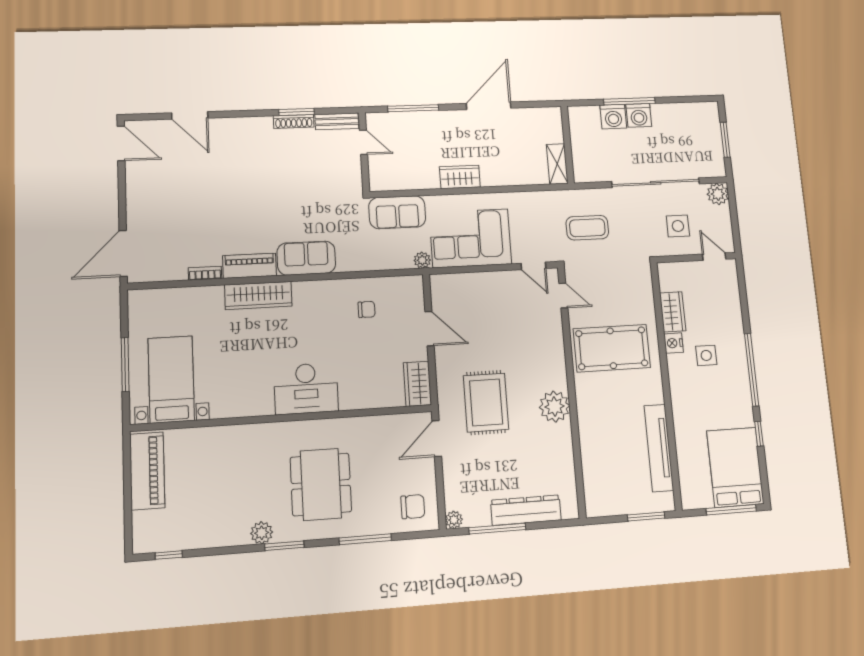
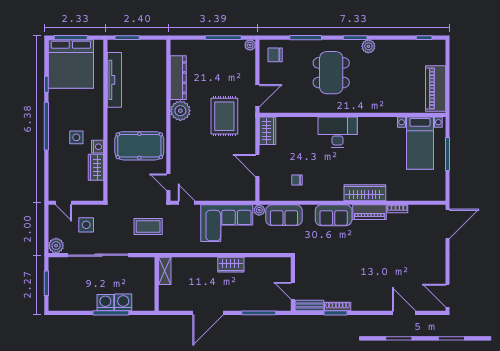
sofa: (397, 212) -> (284, 215), moved, turned 180
bed: (735, 467) -> (71, 64), width x1.36
dresser: (526, 510) -> (178, 78), moved, turned -90

